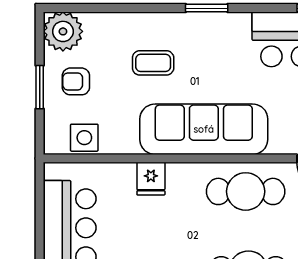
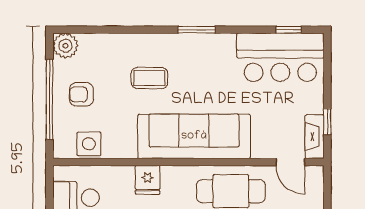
plant: (63, 31) -> (65, 46), width x0.73, depth x0.73
window: (40, 87) -> (49, 99), width x2.11

